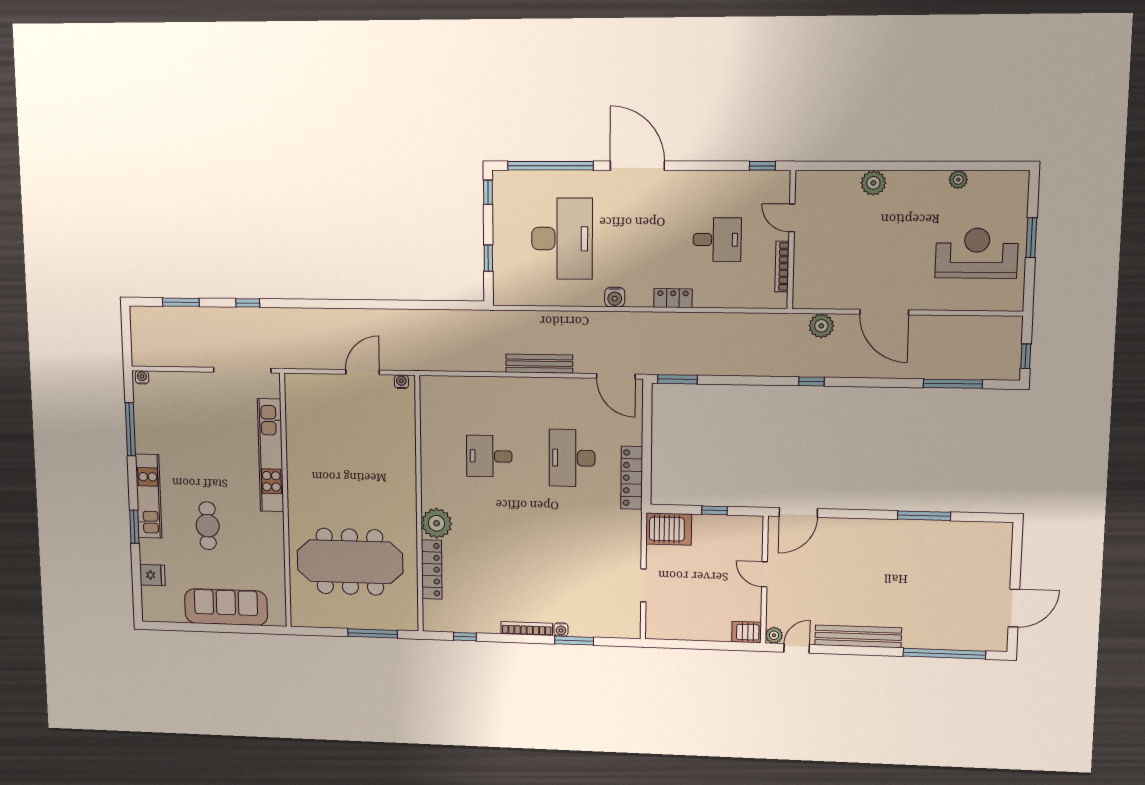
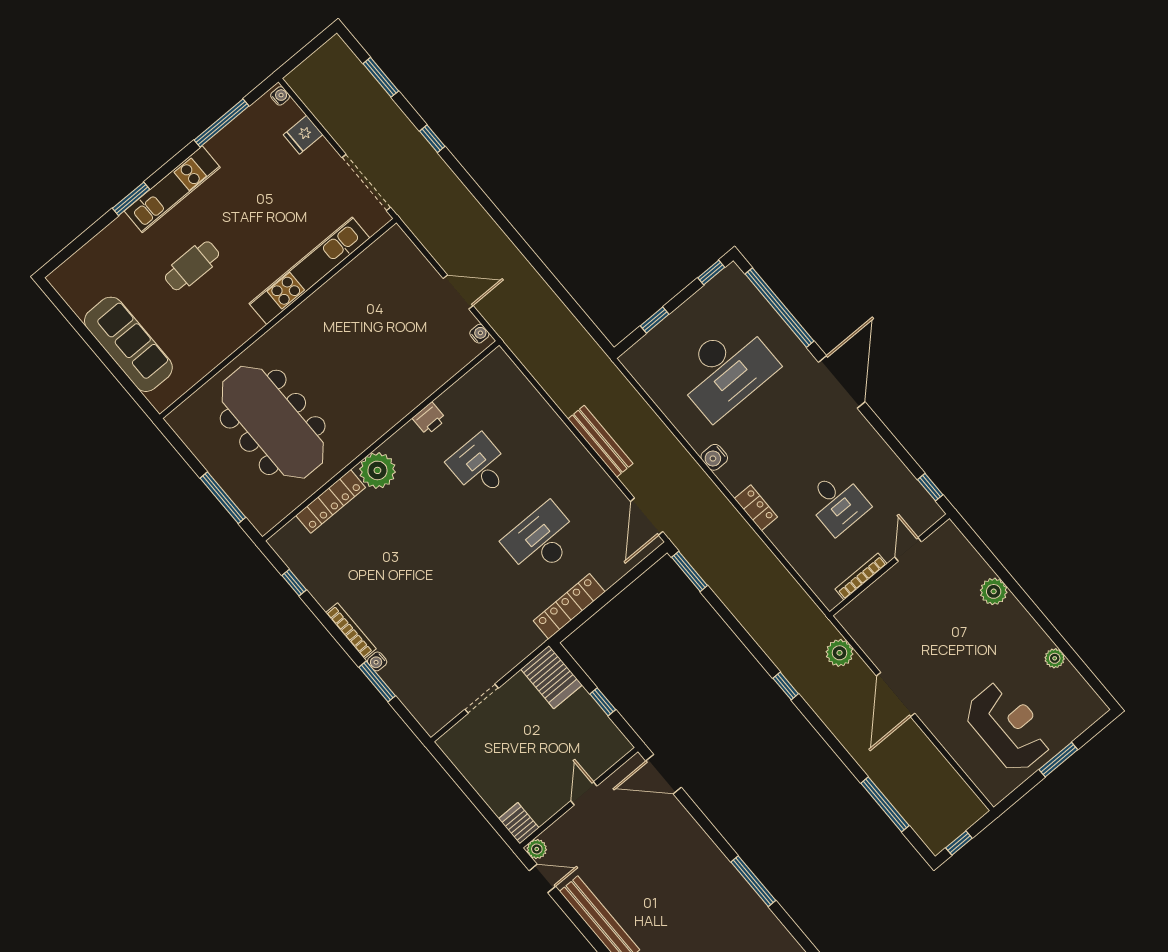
printer: (430, 462) -> (429, 419), added
fridge: (152, 575) -> (303, 135), moved, turned 90

